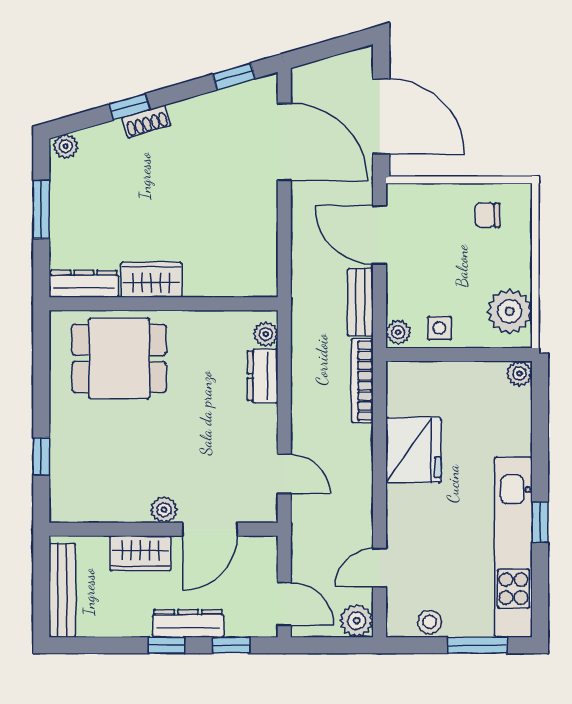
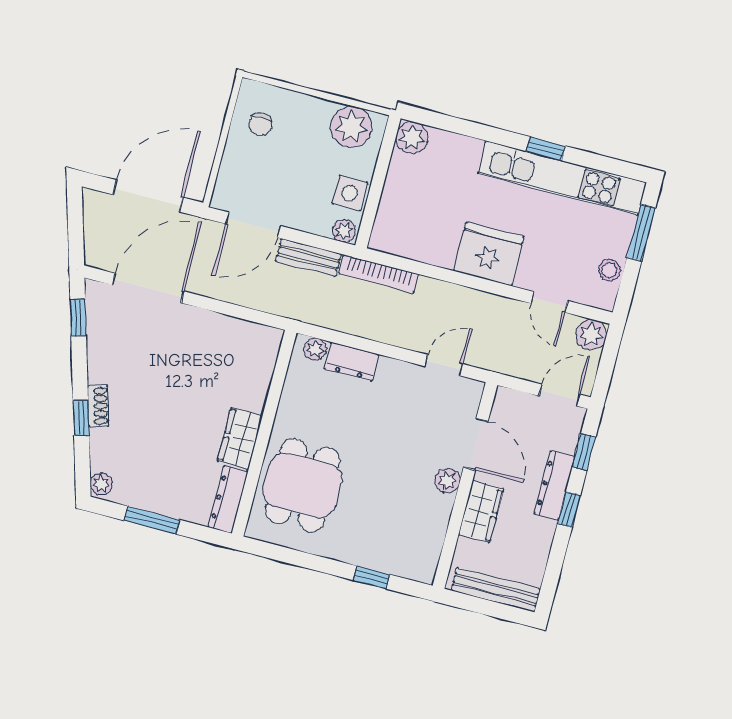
side table: (439, 328) -> (350, 193), width x1.37, depth x1.37
plant: (519, 374) -> (412, 138), width x1.38, depth x1.38
fridge: (413, 450) -> (489, 254), moved

